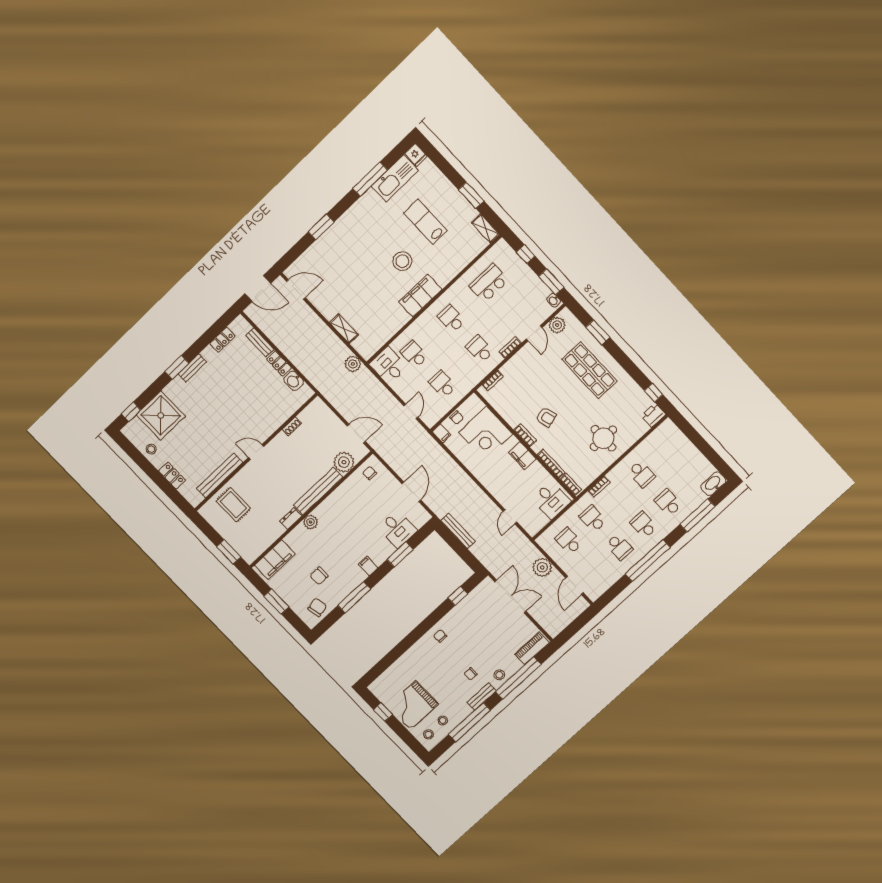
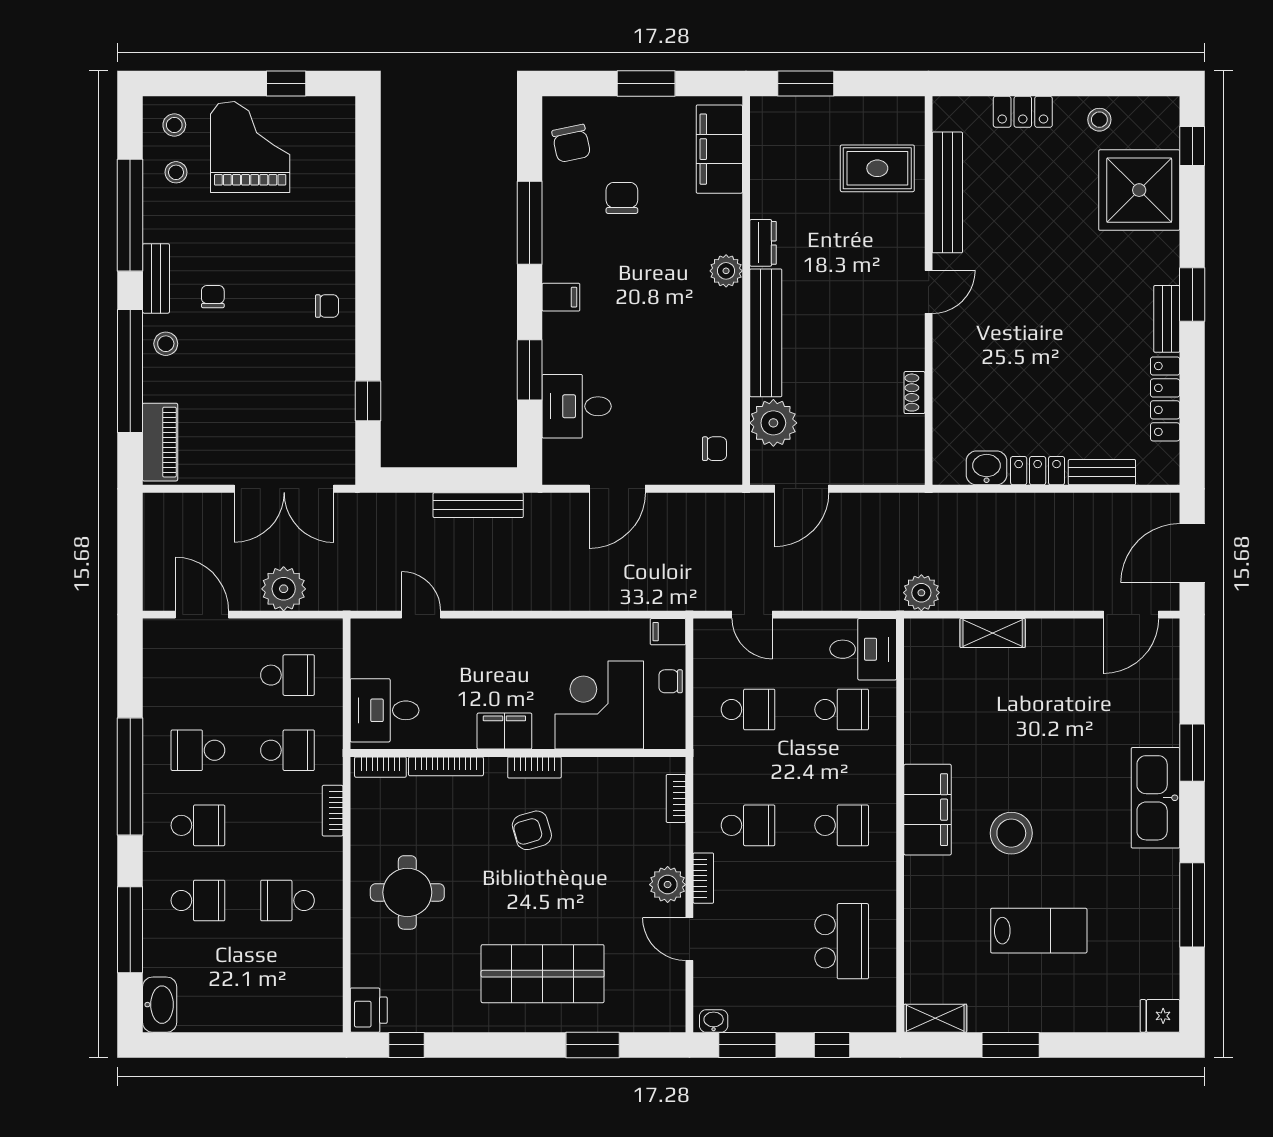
kitchen sink: (395, 178) -> (1155, 798), moved
plant: (557, 325) -> (668, 885), moved
locker: (222, 340) -> (1165, 399), width x1.53
door: (411, 492) -> (617, 489), hinge flipped

